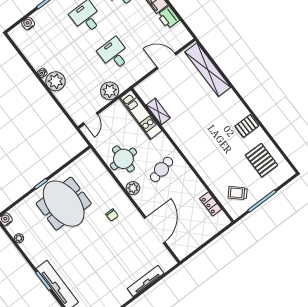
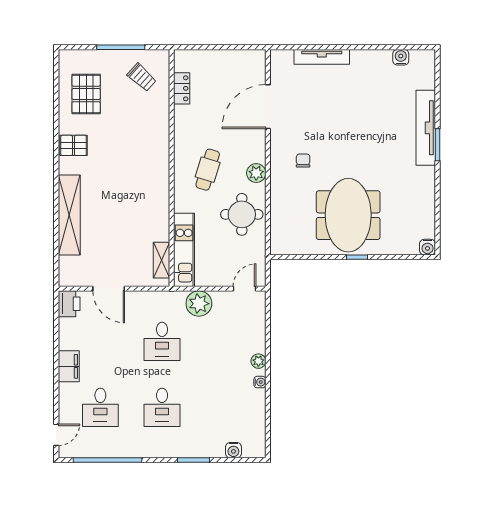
printer: (168, 17) -> (69, 304), moved
shelving: (208, 70) -> (69, 215), moved
plant: (55, 81) -> (258, 361), width x0.53, depth x0.53
shelving: (158, 111) -> (161, 260), moved
cafe table: (162, 169) -> (208, 170), turned -60
plant: (19, 238) -> (429, 214), removed

